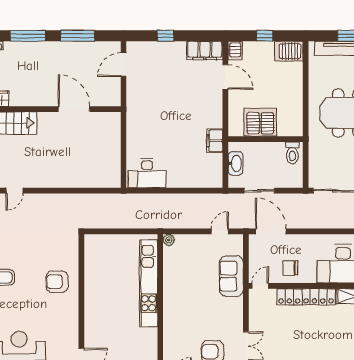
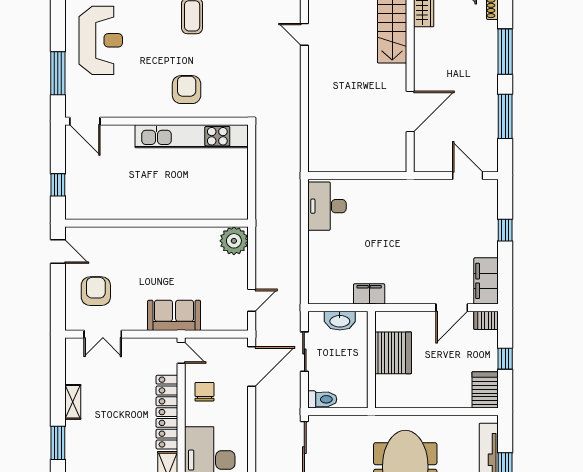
toilet: (292, 153) -> (322, 399), moved, turned 180
door: (220, 231) -> (252, 300), hinge flipped
plant: (169, 240) -> (234, 241), width x1.88, depth x1.88
sofa: (231, 276) -> (174, 315), moved
kitchen unit: (149, 283) -> (191, 136), moved, turned 180

